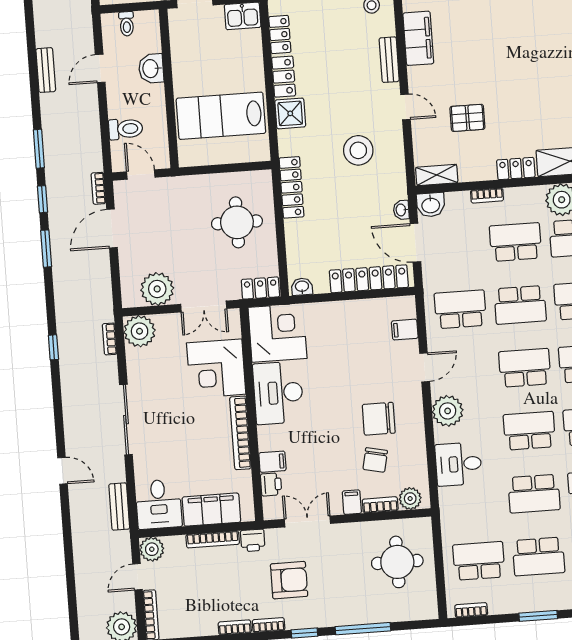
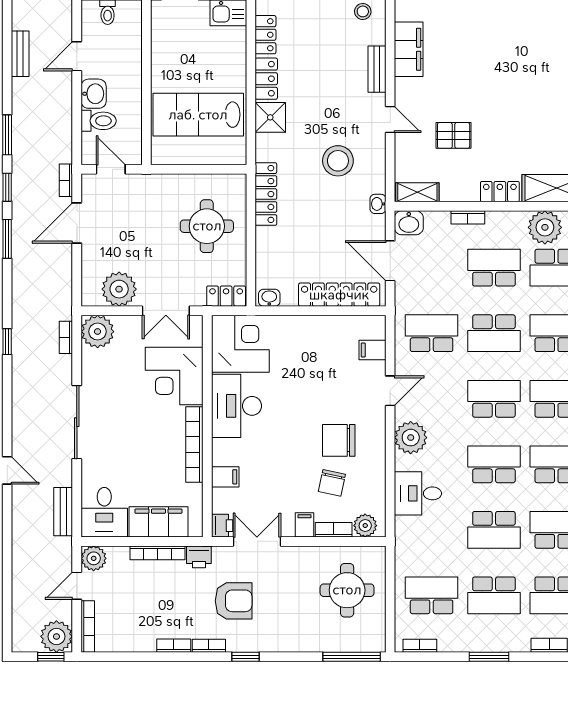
washbasin: (151, 69) -> (94, 94), moved, turned 180
washbasin: (401, 210) -> (378, 204), moved
printer: (271, 484) -> (222, 526), moved
window: (363, 629) -> (352, 657), moved

